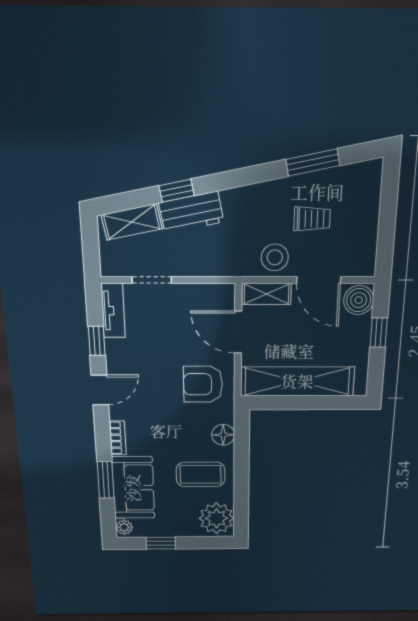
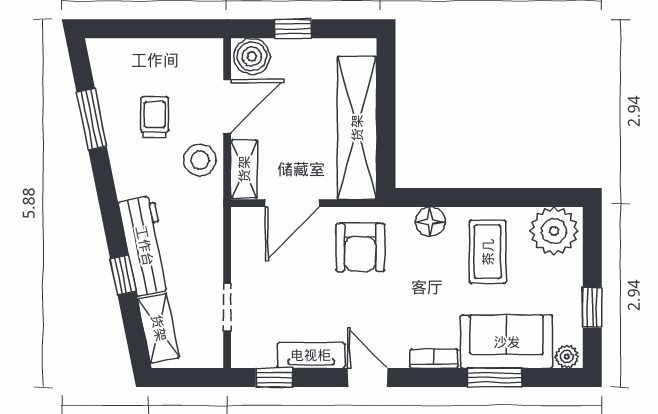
workbench: (191, 213) -> (145, 246), width x1.38
tv unit: (113, 311) -> (311, 355), moved
window: (97, 341) -> (274, 378), moved

